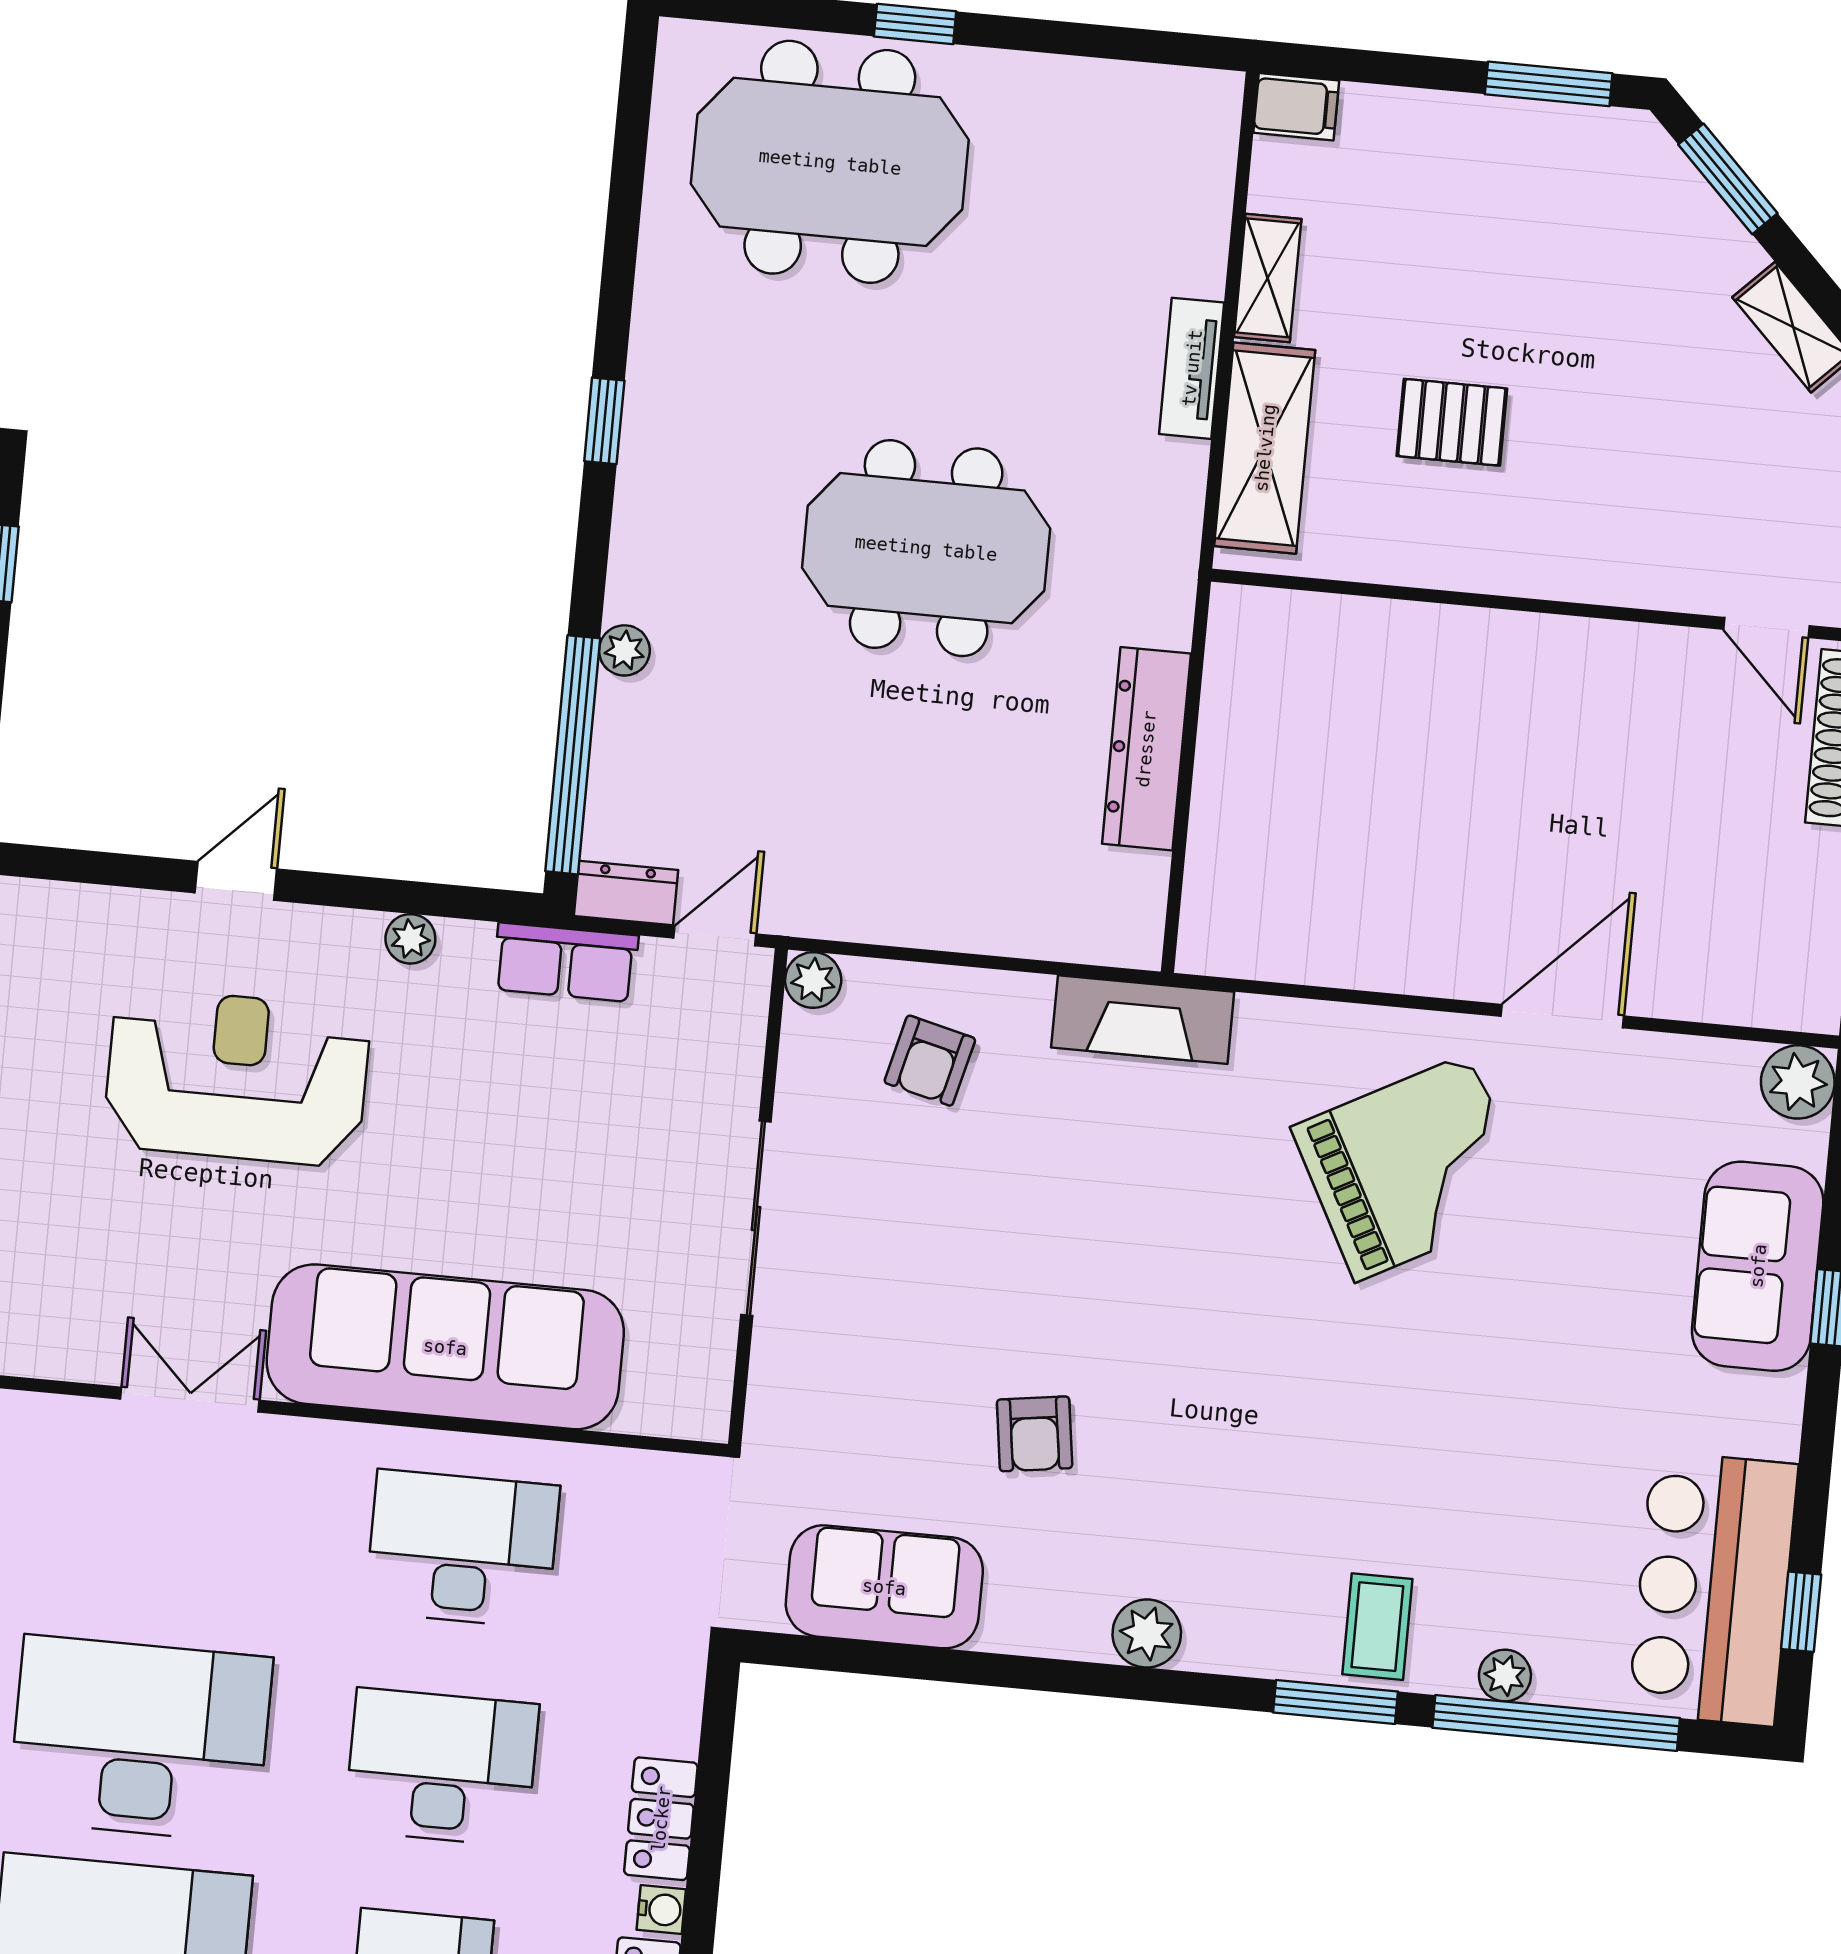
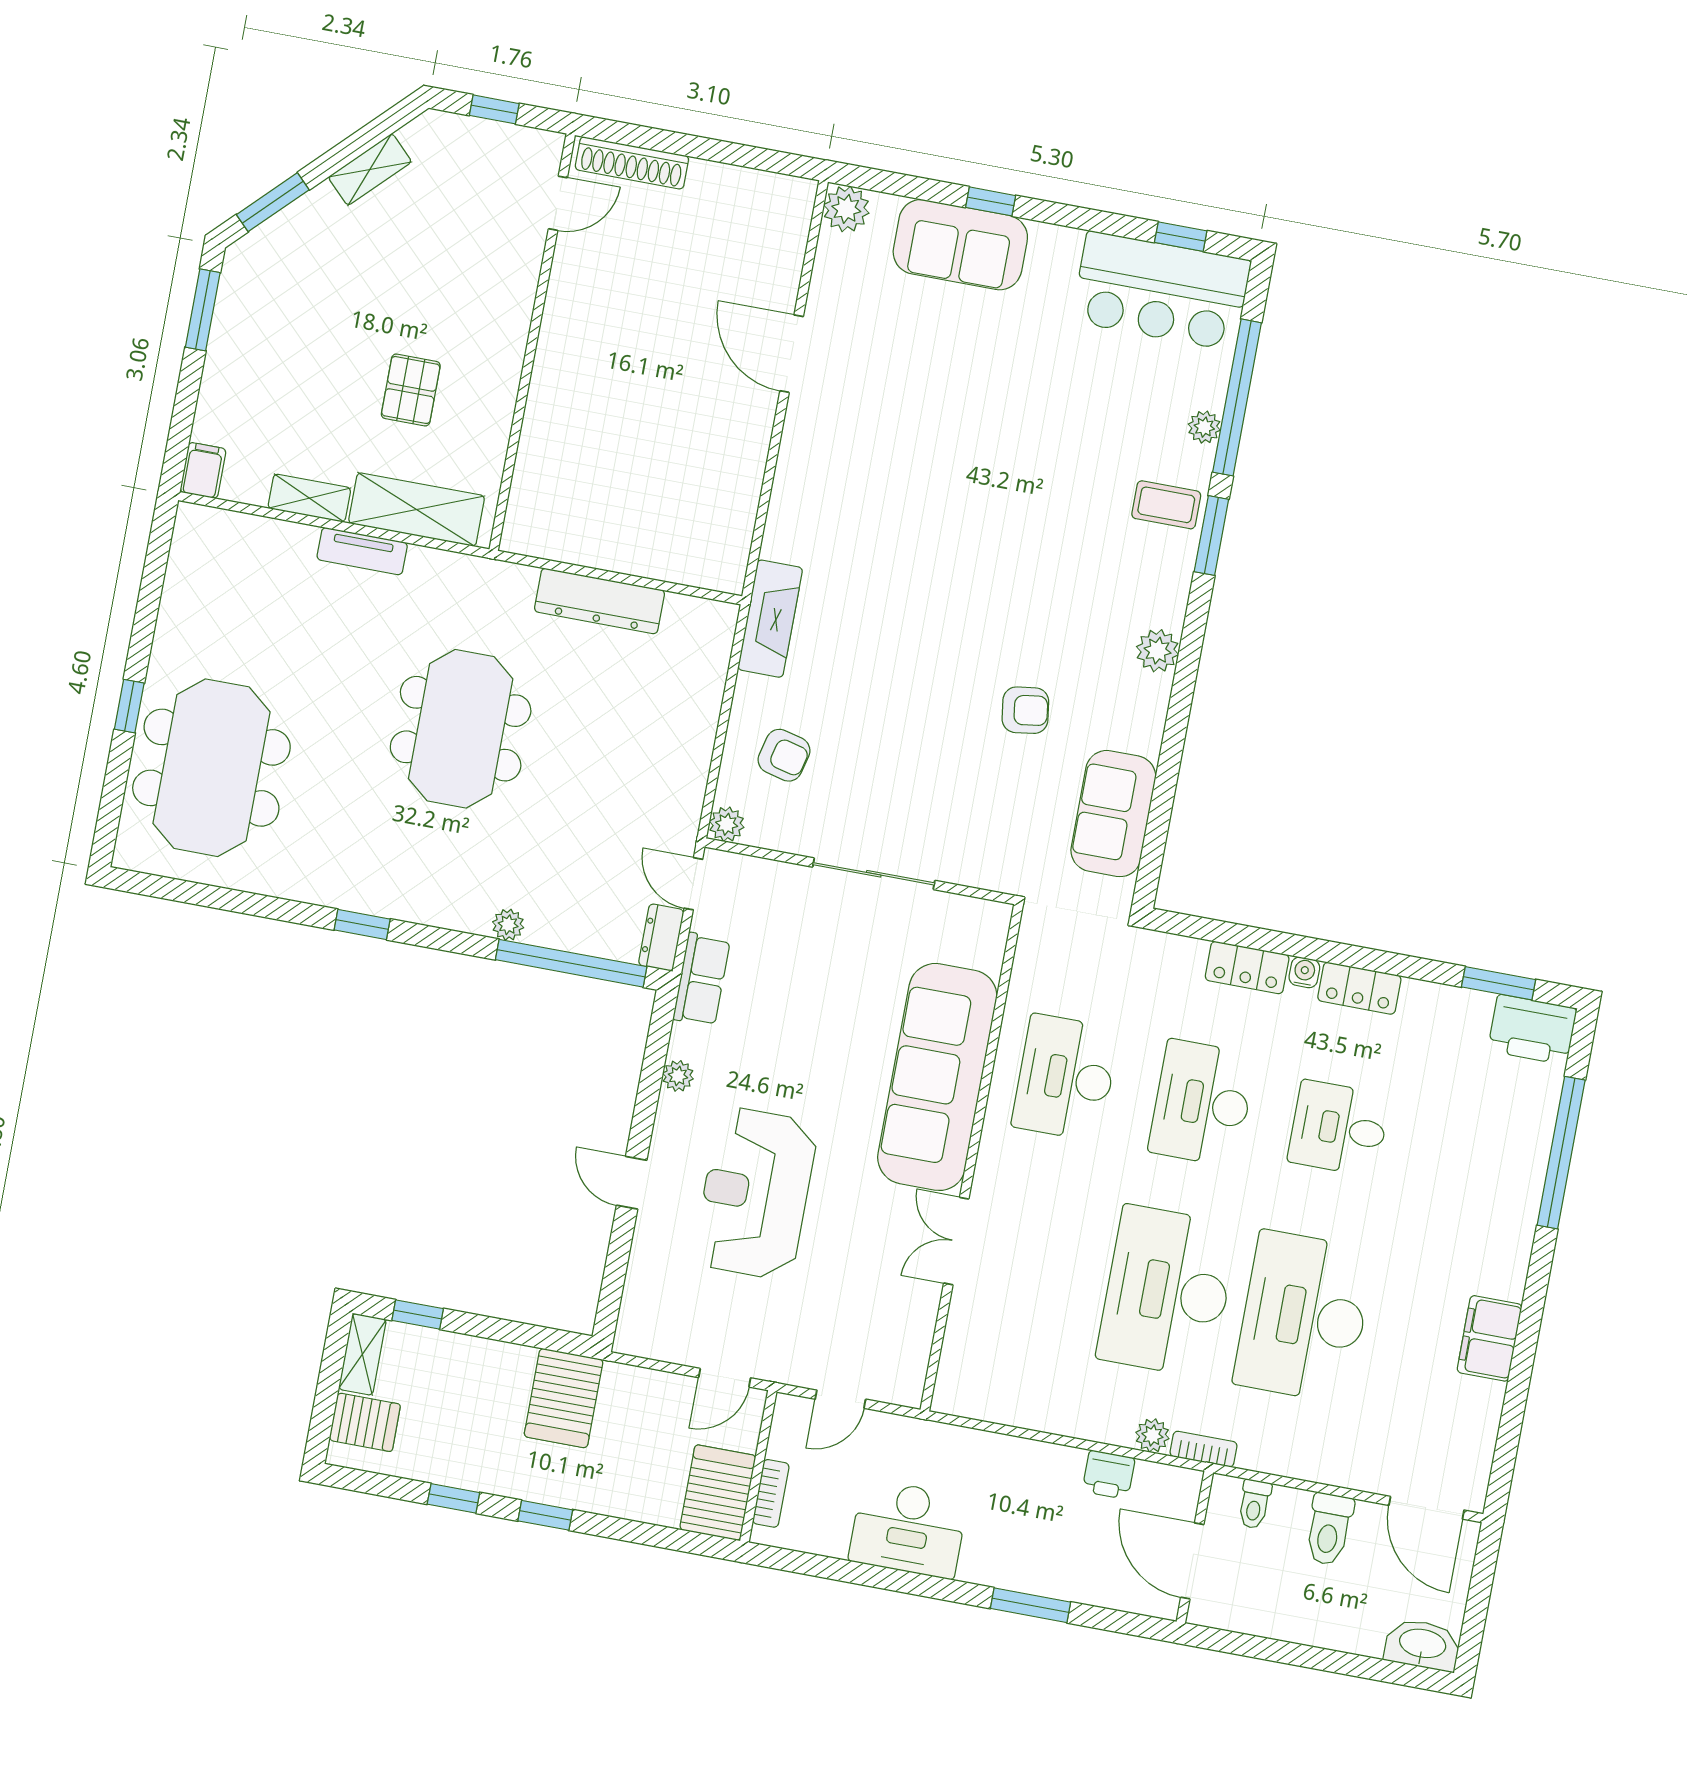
grand piano: (1413, 1167) -> (879, 457), removed

